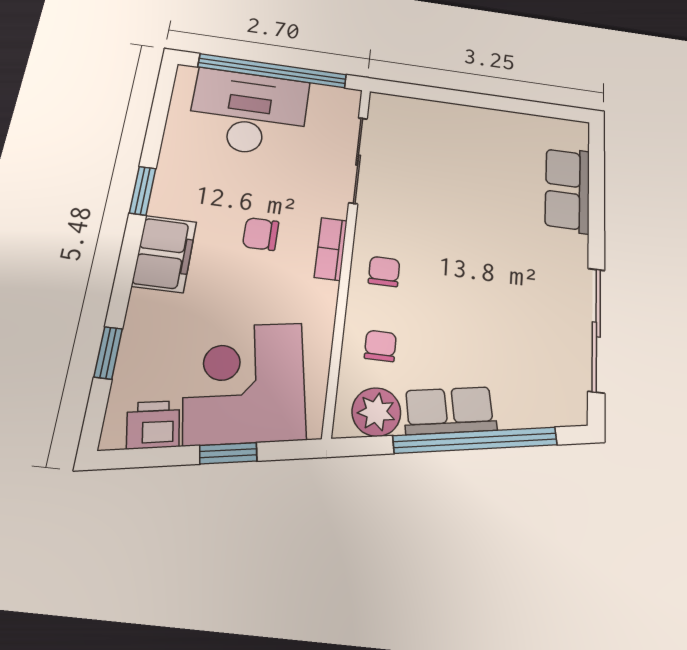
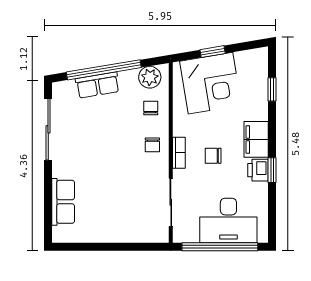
chair: (261, 234) -> (213, 156), turned 180
chair: (380, 346) -> (151, 108), turned 180
row of seats: (450, 410) -> (97, 85), moved
printer: (153, 425) -> (258, 170), moved, turned 100

